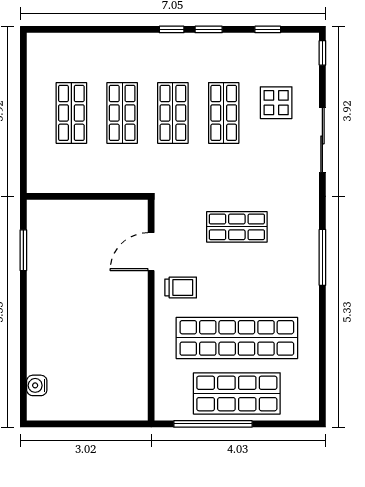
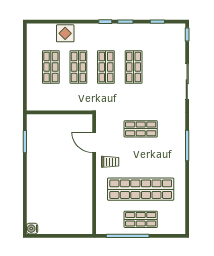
display table: (276, 103) -> (65, 33), moved
door: (151, 252) -> (94, 142), hinge flipped
water cooler: (37, 385) -> (32, 229), moved
shop shelf: (237, 393) -> (141, 219), width x0.70, depth x0.74

